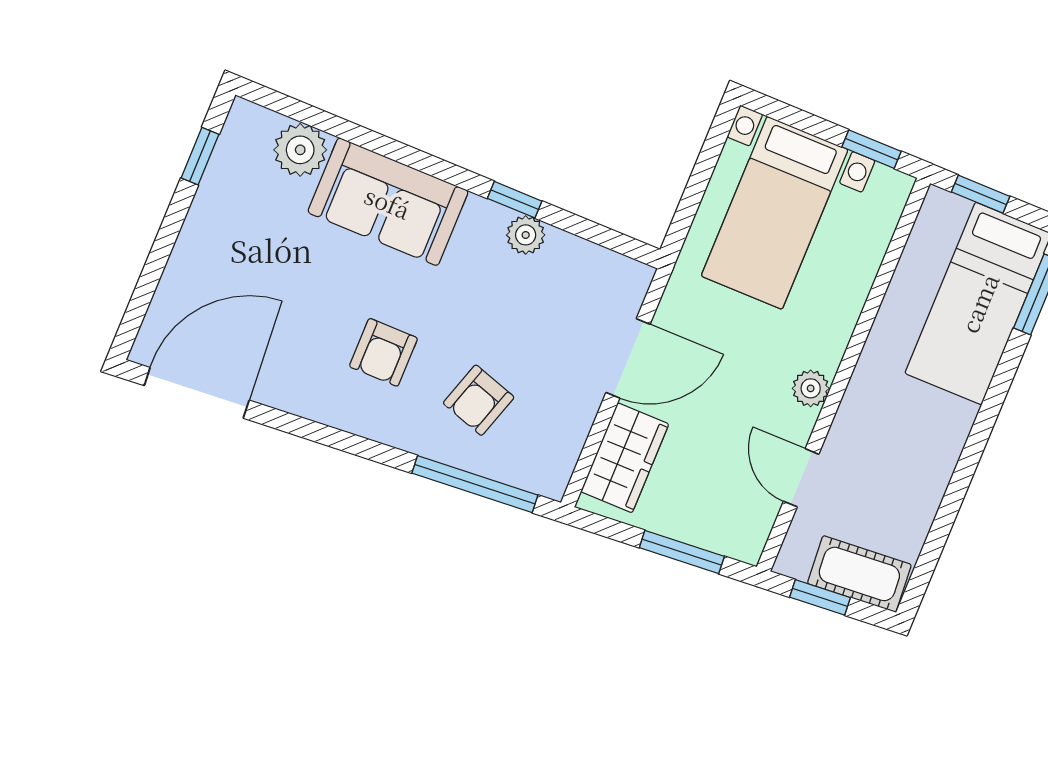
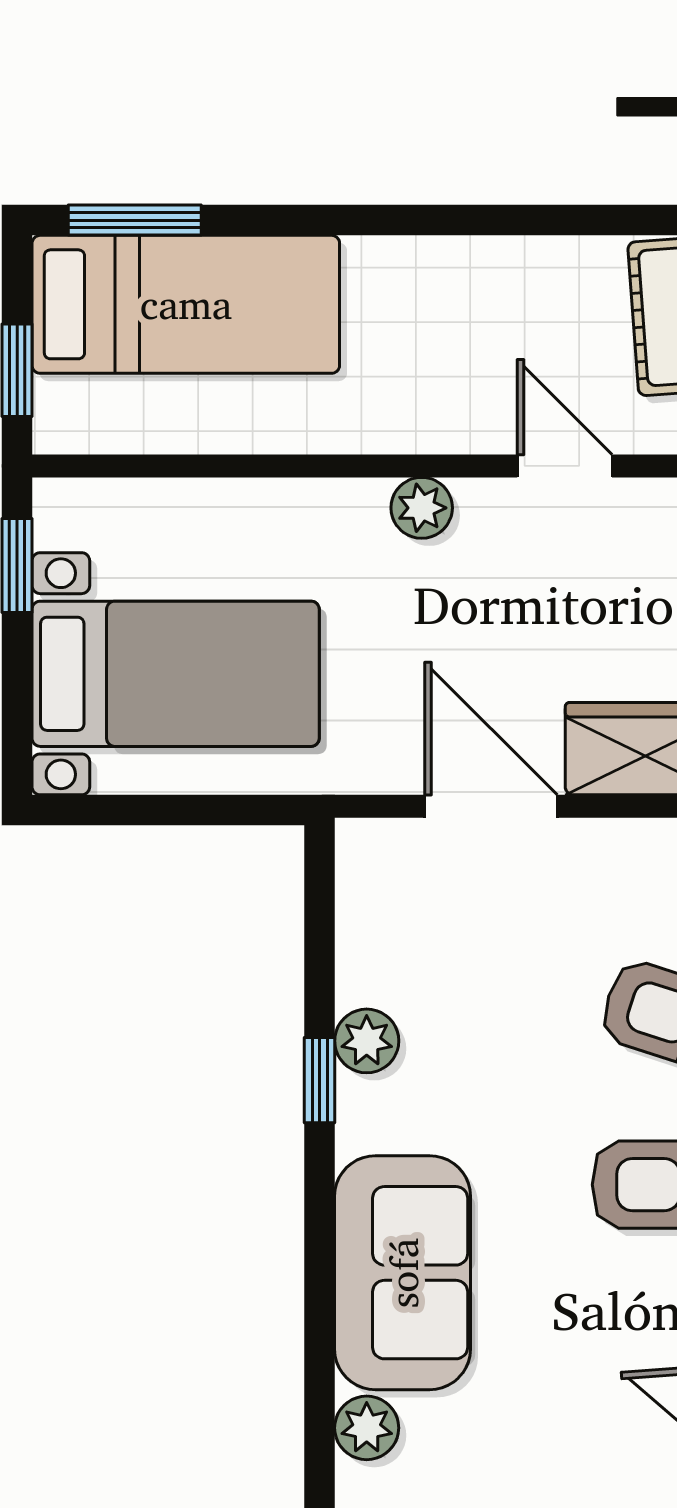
plant: (300, 150) -> (367, 1428), width x0.73, depth x0.73
door: (801, 478) -> (565, 466), swing flipped

